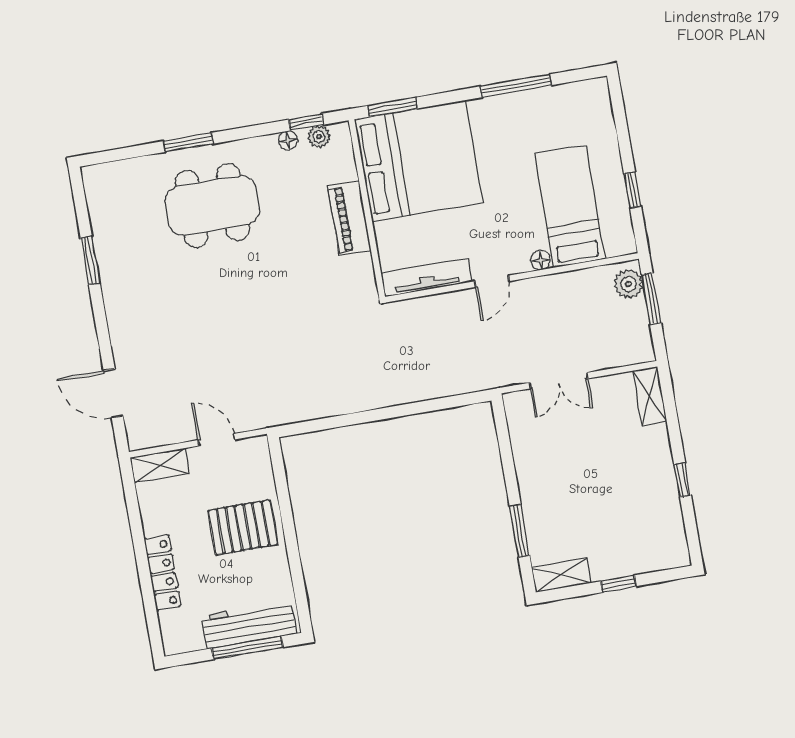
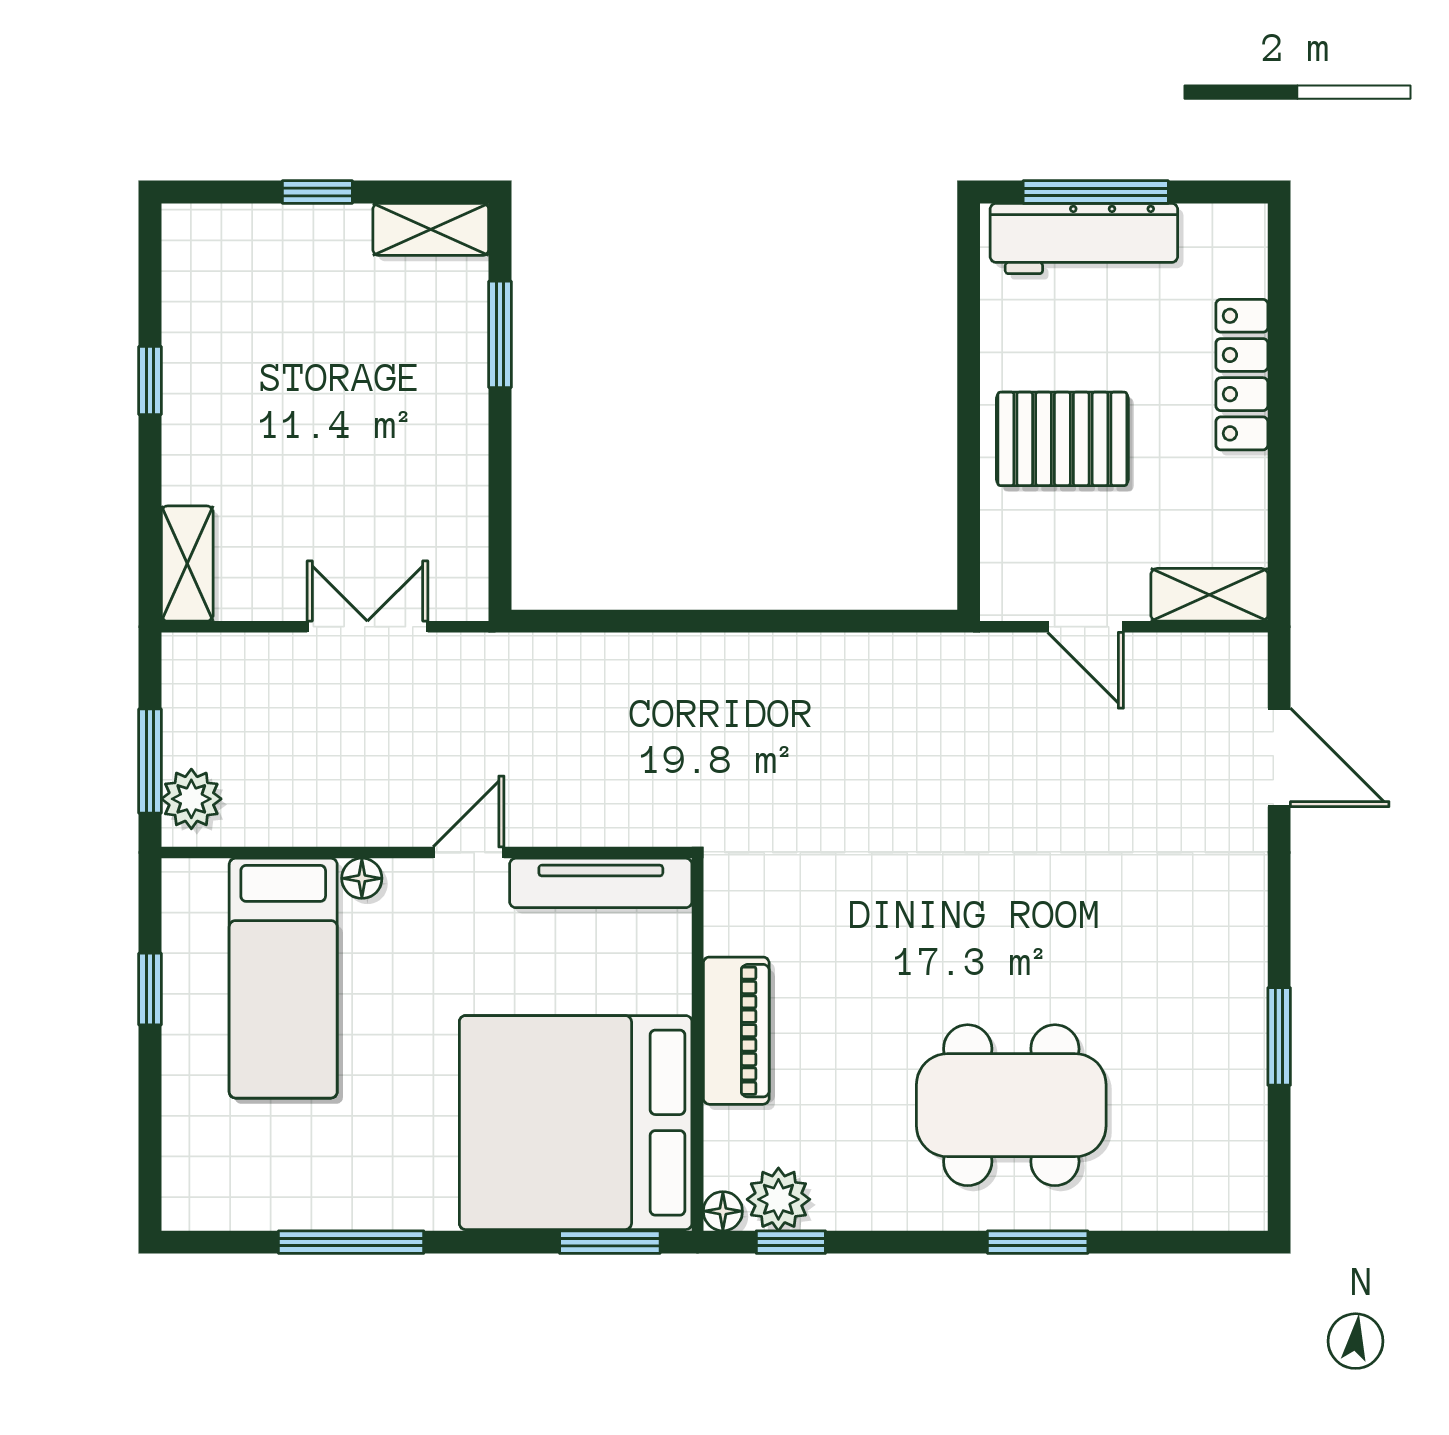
plant: (319, 137) -> (778, 1199), width x1.38, depth x1.38
floor lamp: (288, 140) -> (723, 1211), moved

